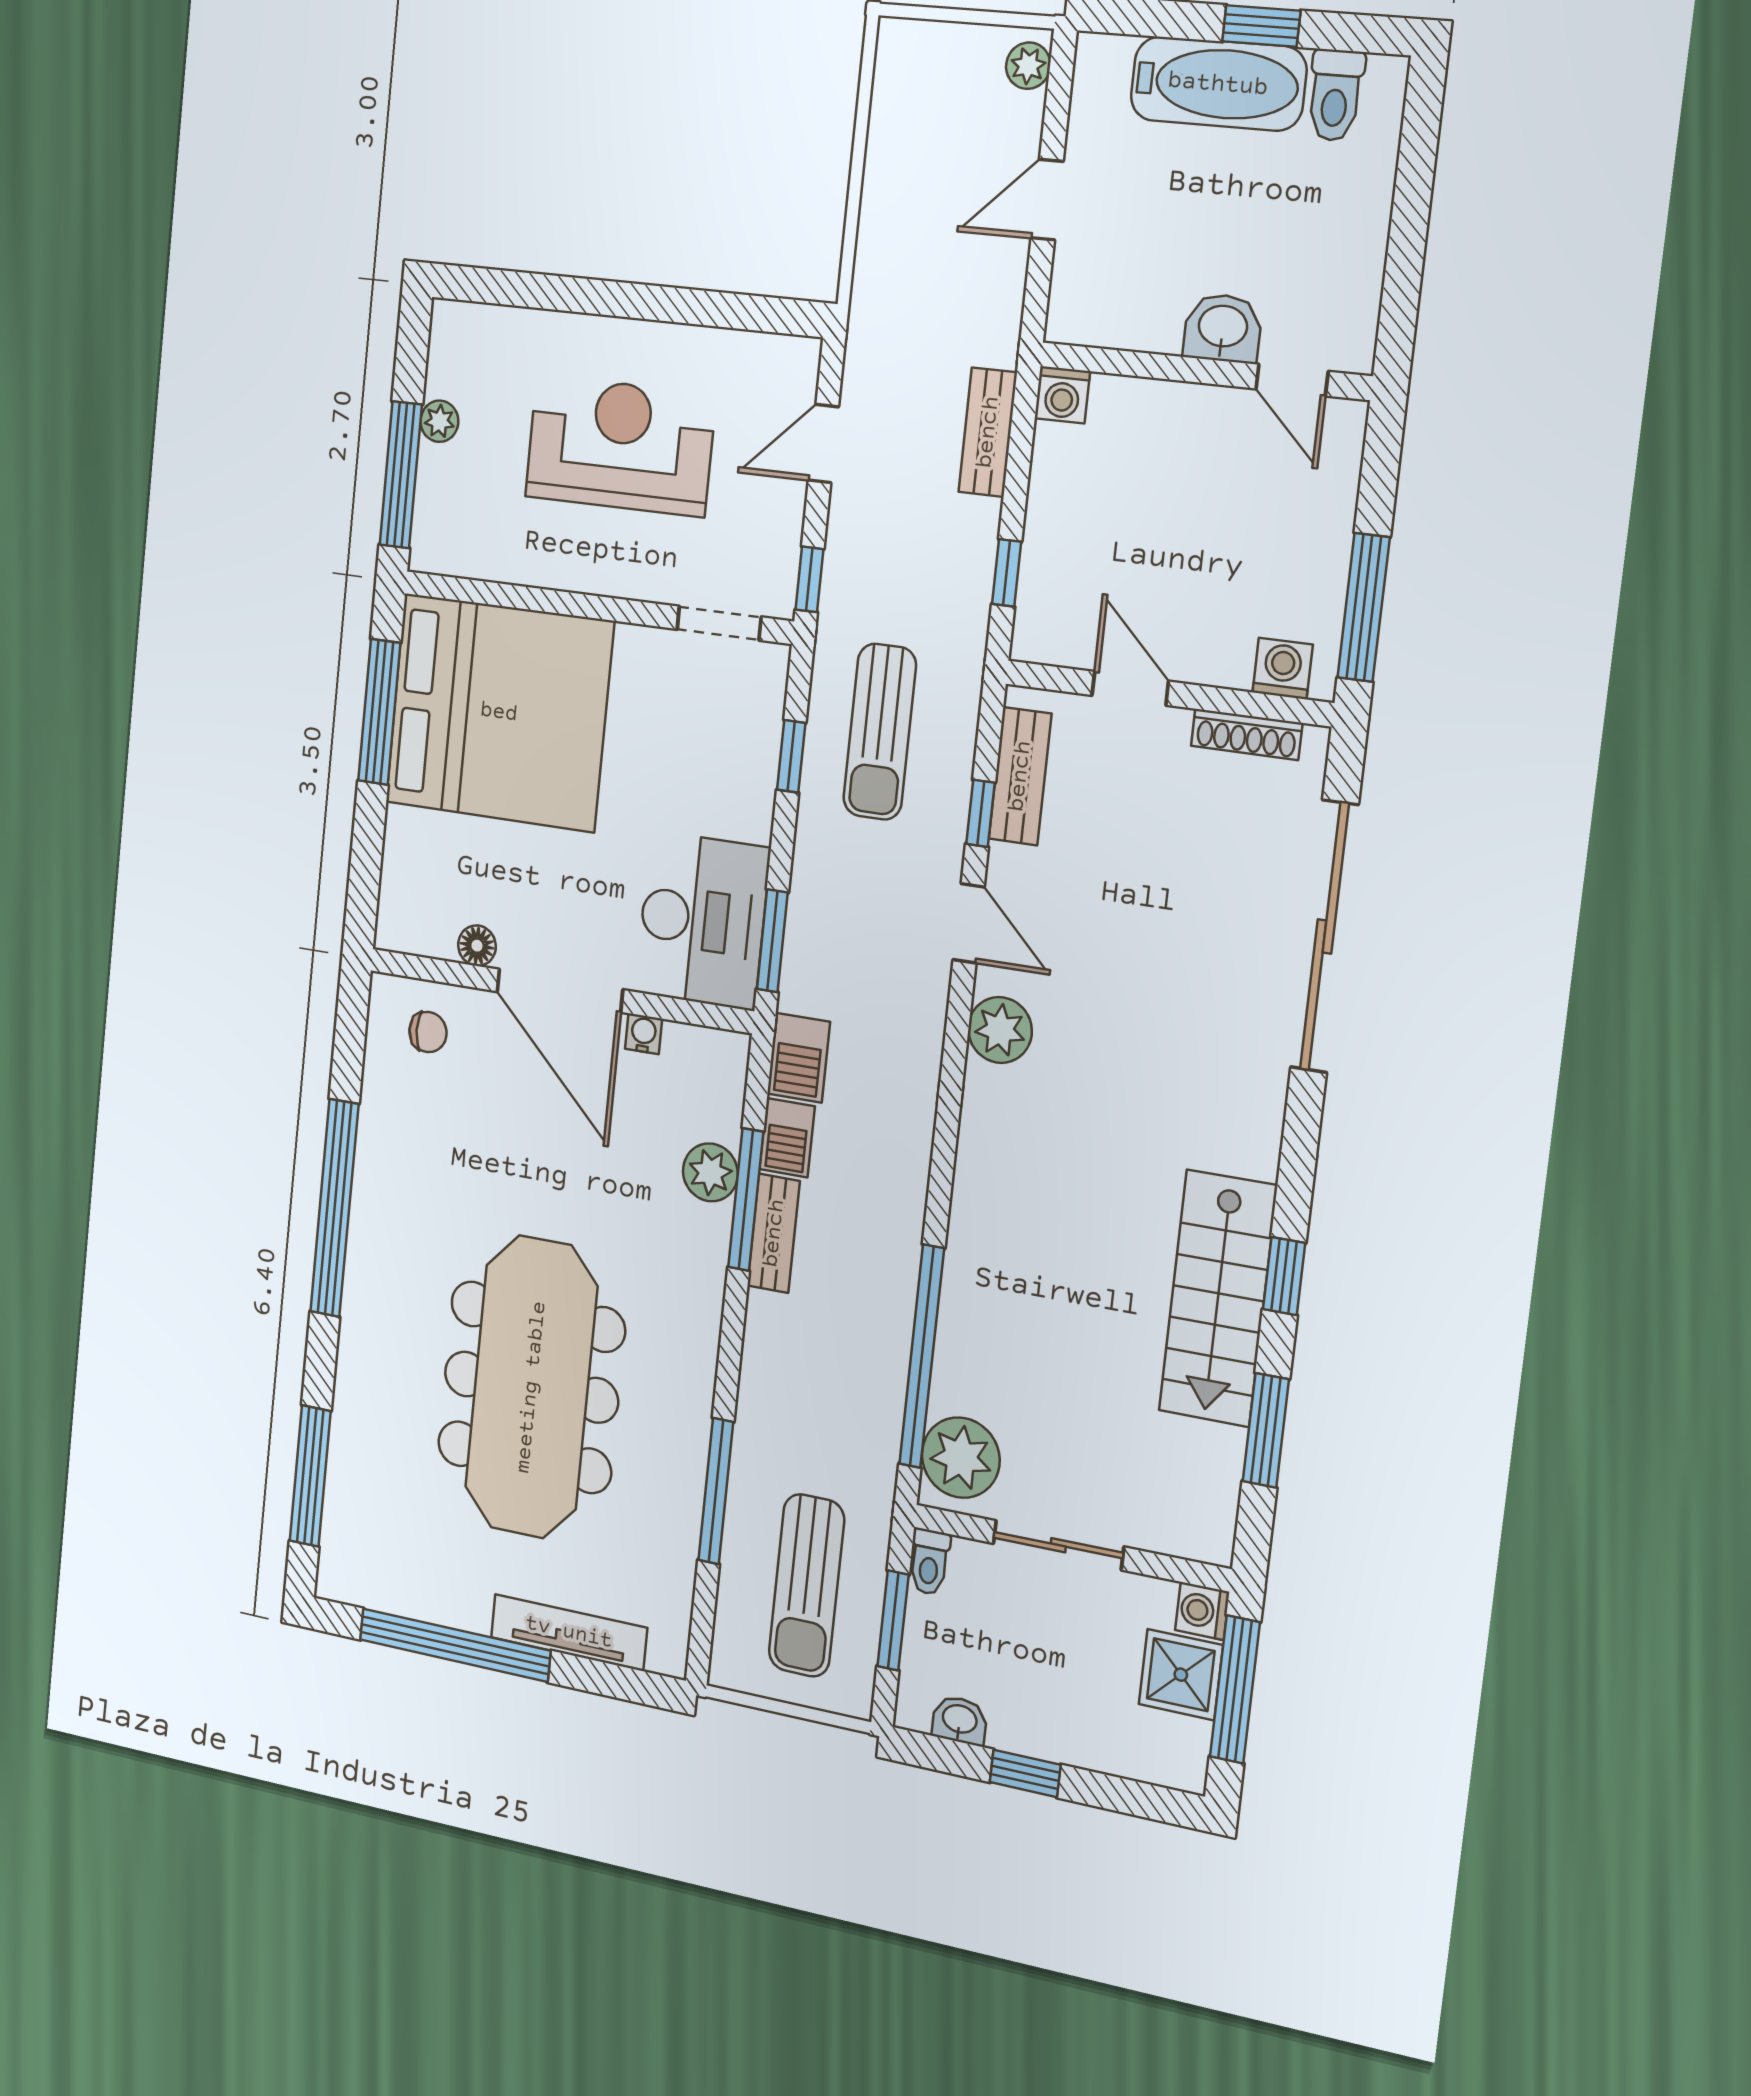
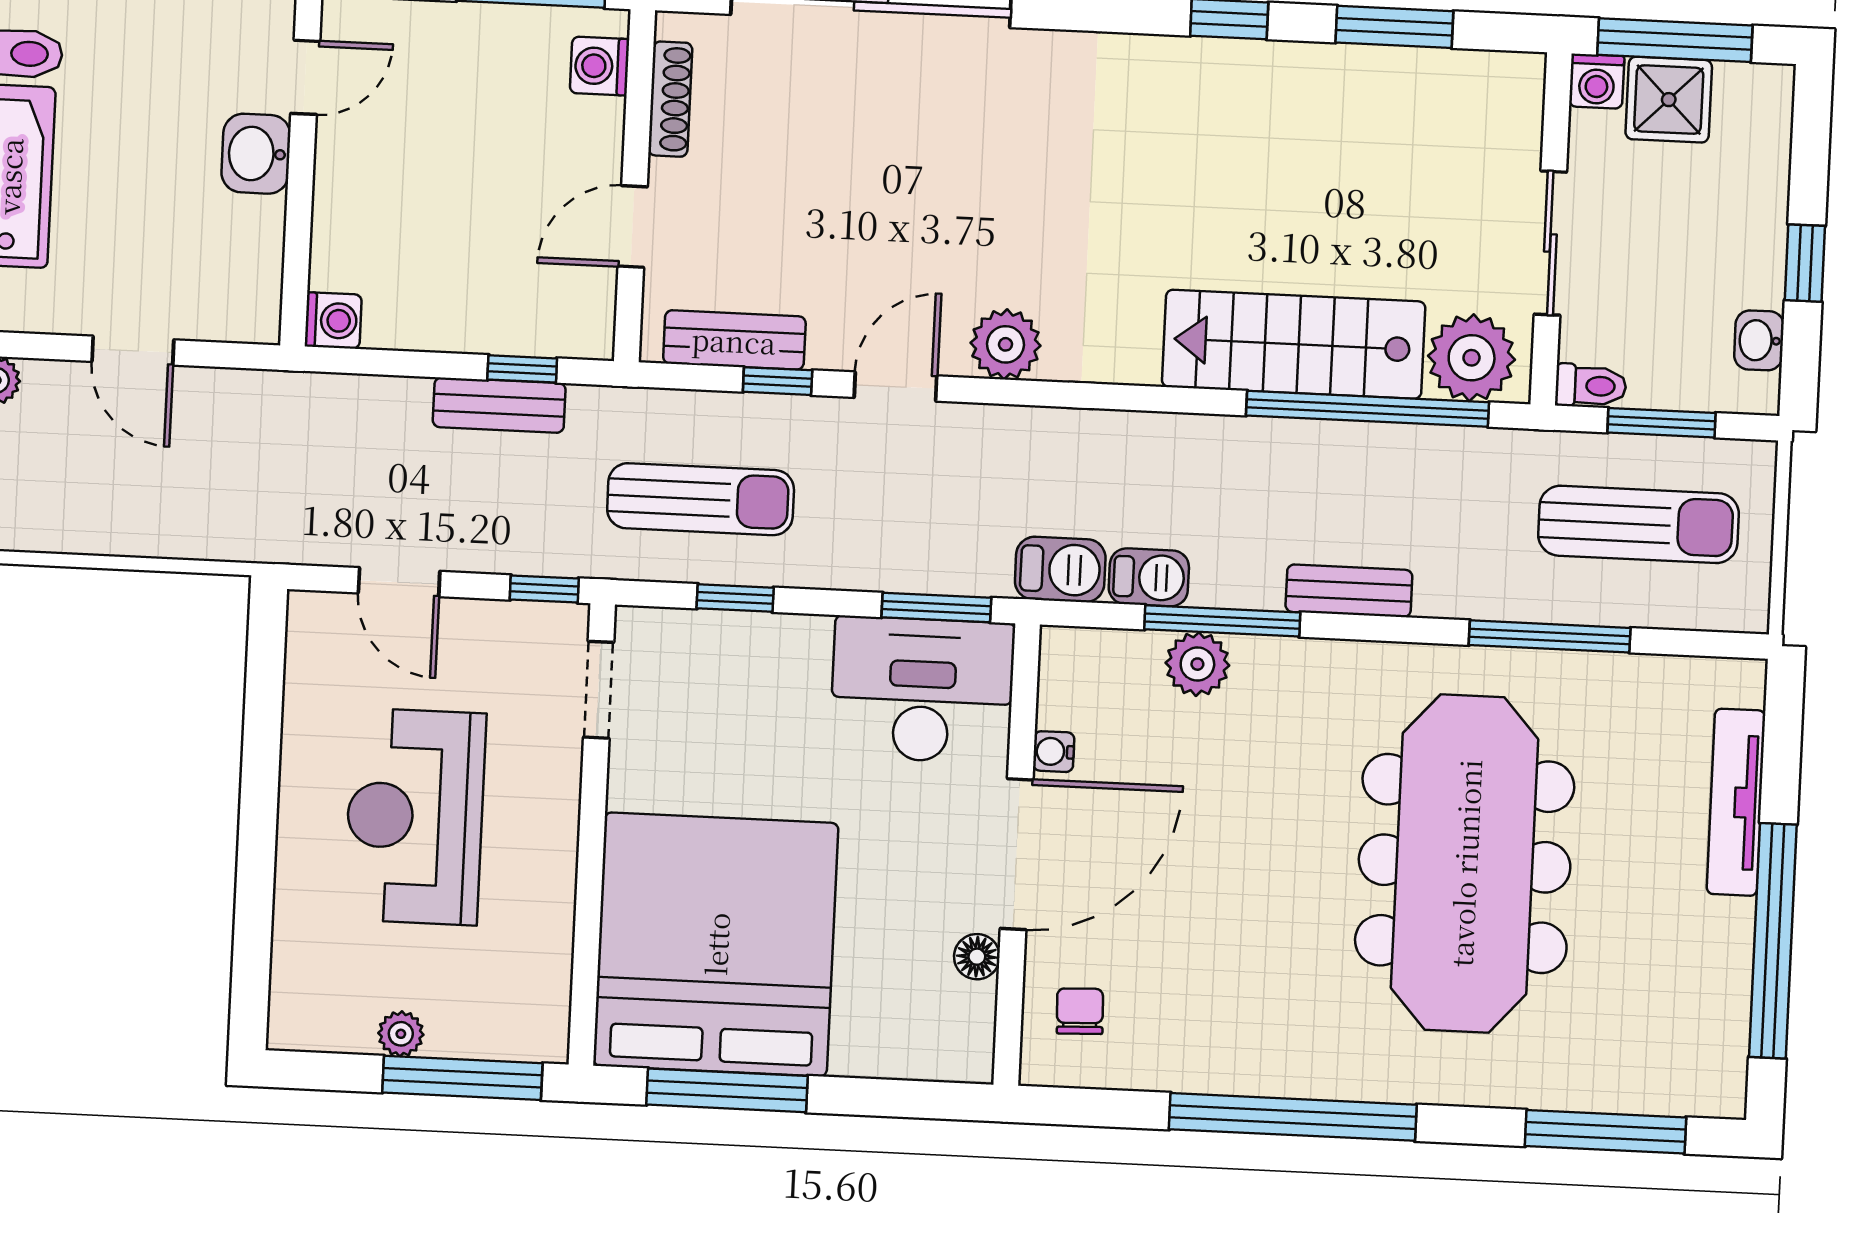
bench: (988, 432) -> (499, 405), moved
bench: (774, 1233) -> (1349, 591), moved
stairs: (1218, 1298) -> (1294, 344), moved, turned 180
meeting table: (531, 1387) -> (1465, 863), turned 90

